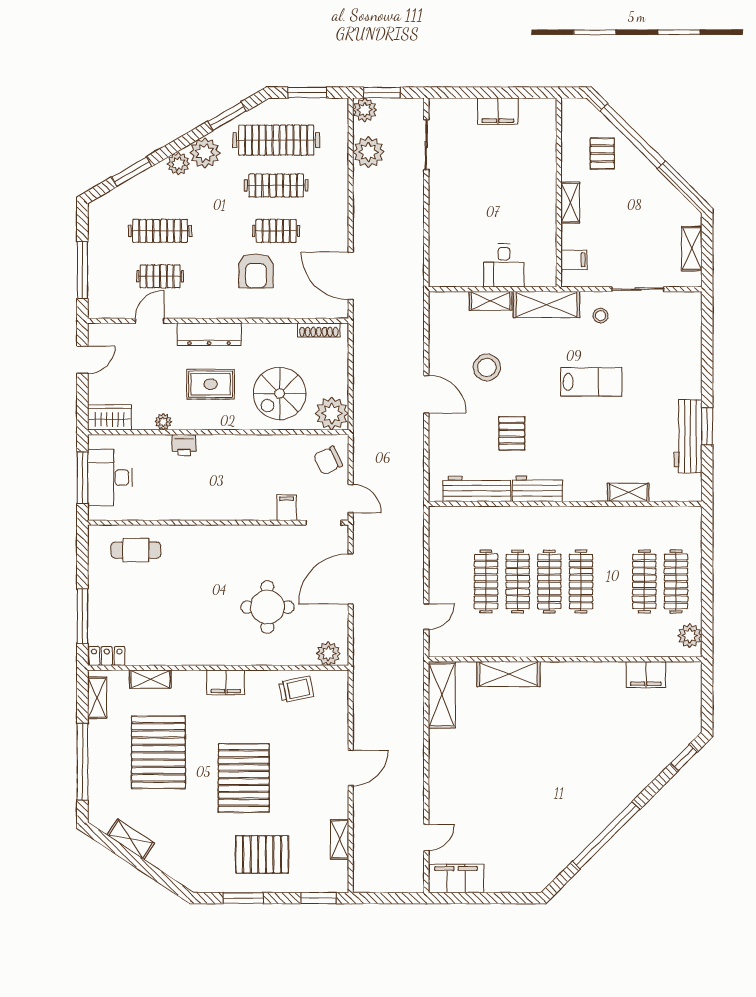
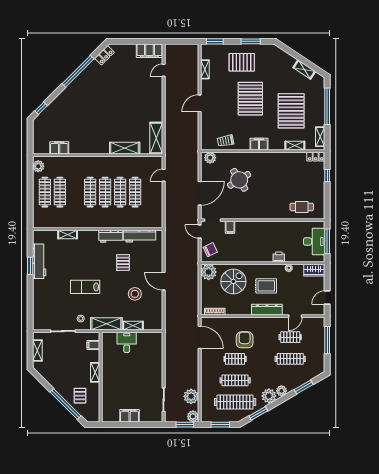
round table: (267, 607) -> (239, 180), turned -32
window: (82, 616) -> (327, 176), width x0.46
locker: (551, 869) -> (104, 55), added

